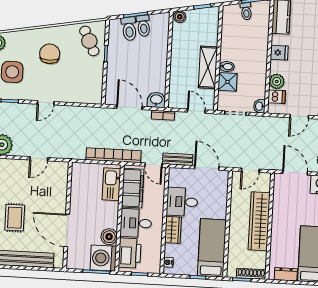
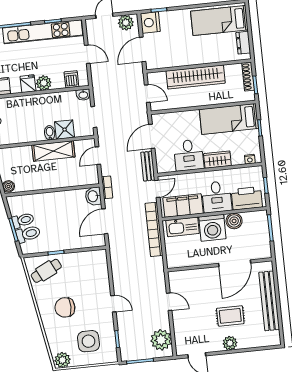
plant: (277, 81) -> (44, 83), moved
washing machine: (103, 258) -> (212, 228), moved

